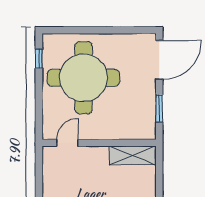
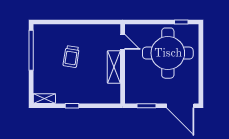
shelving: (133, 155) -> (114, 67), moved

